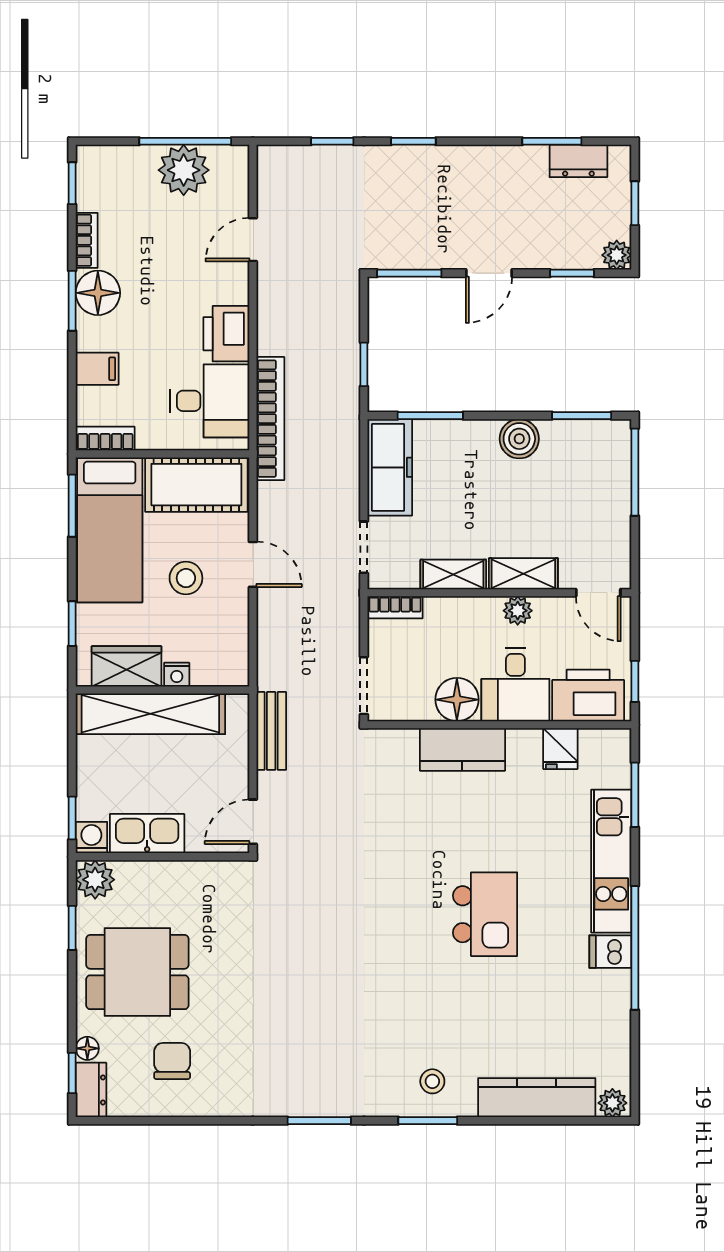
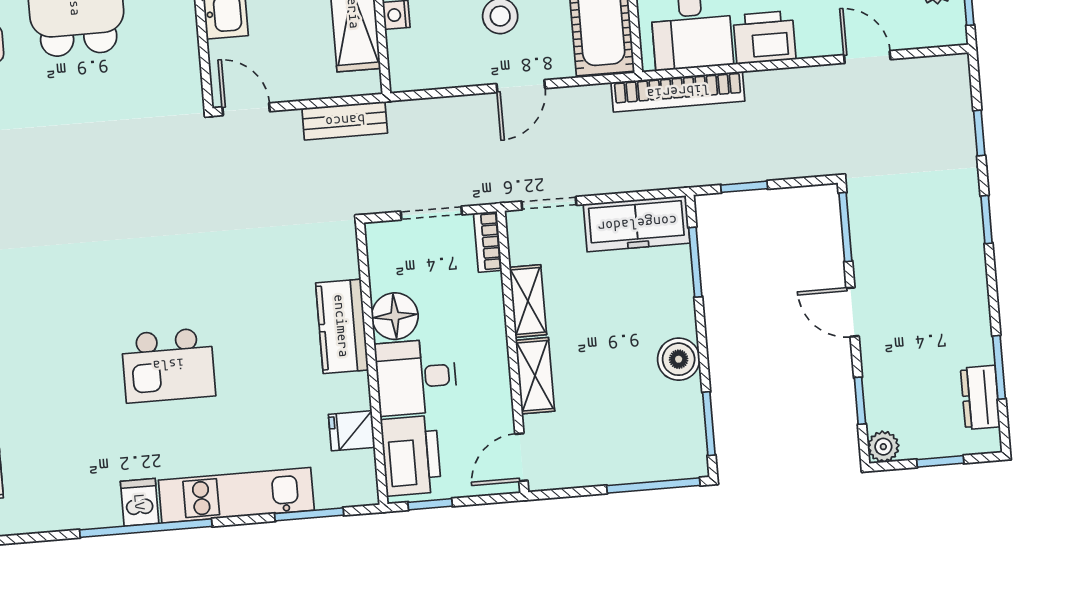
plant: (518, 611) -> (495, 373), removed
doorway: (364, 686) -> (431, 213), moved

